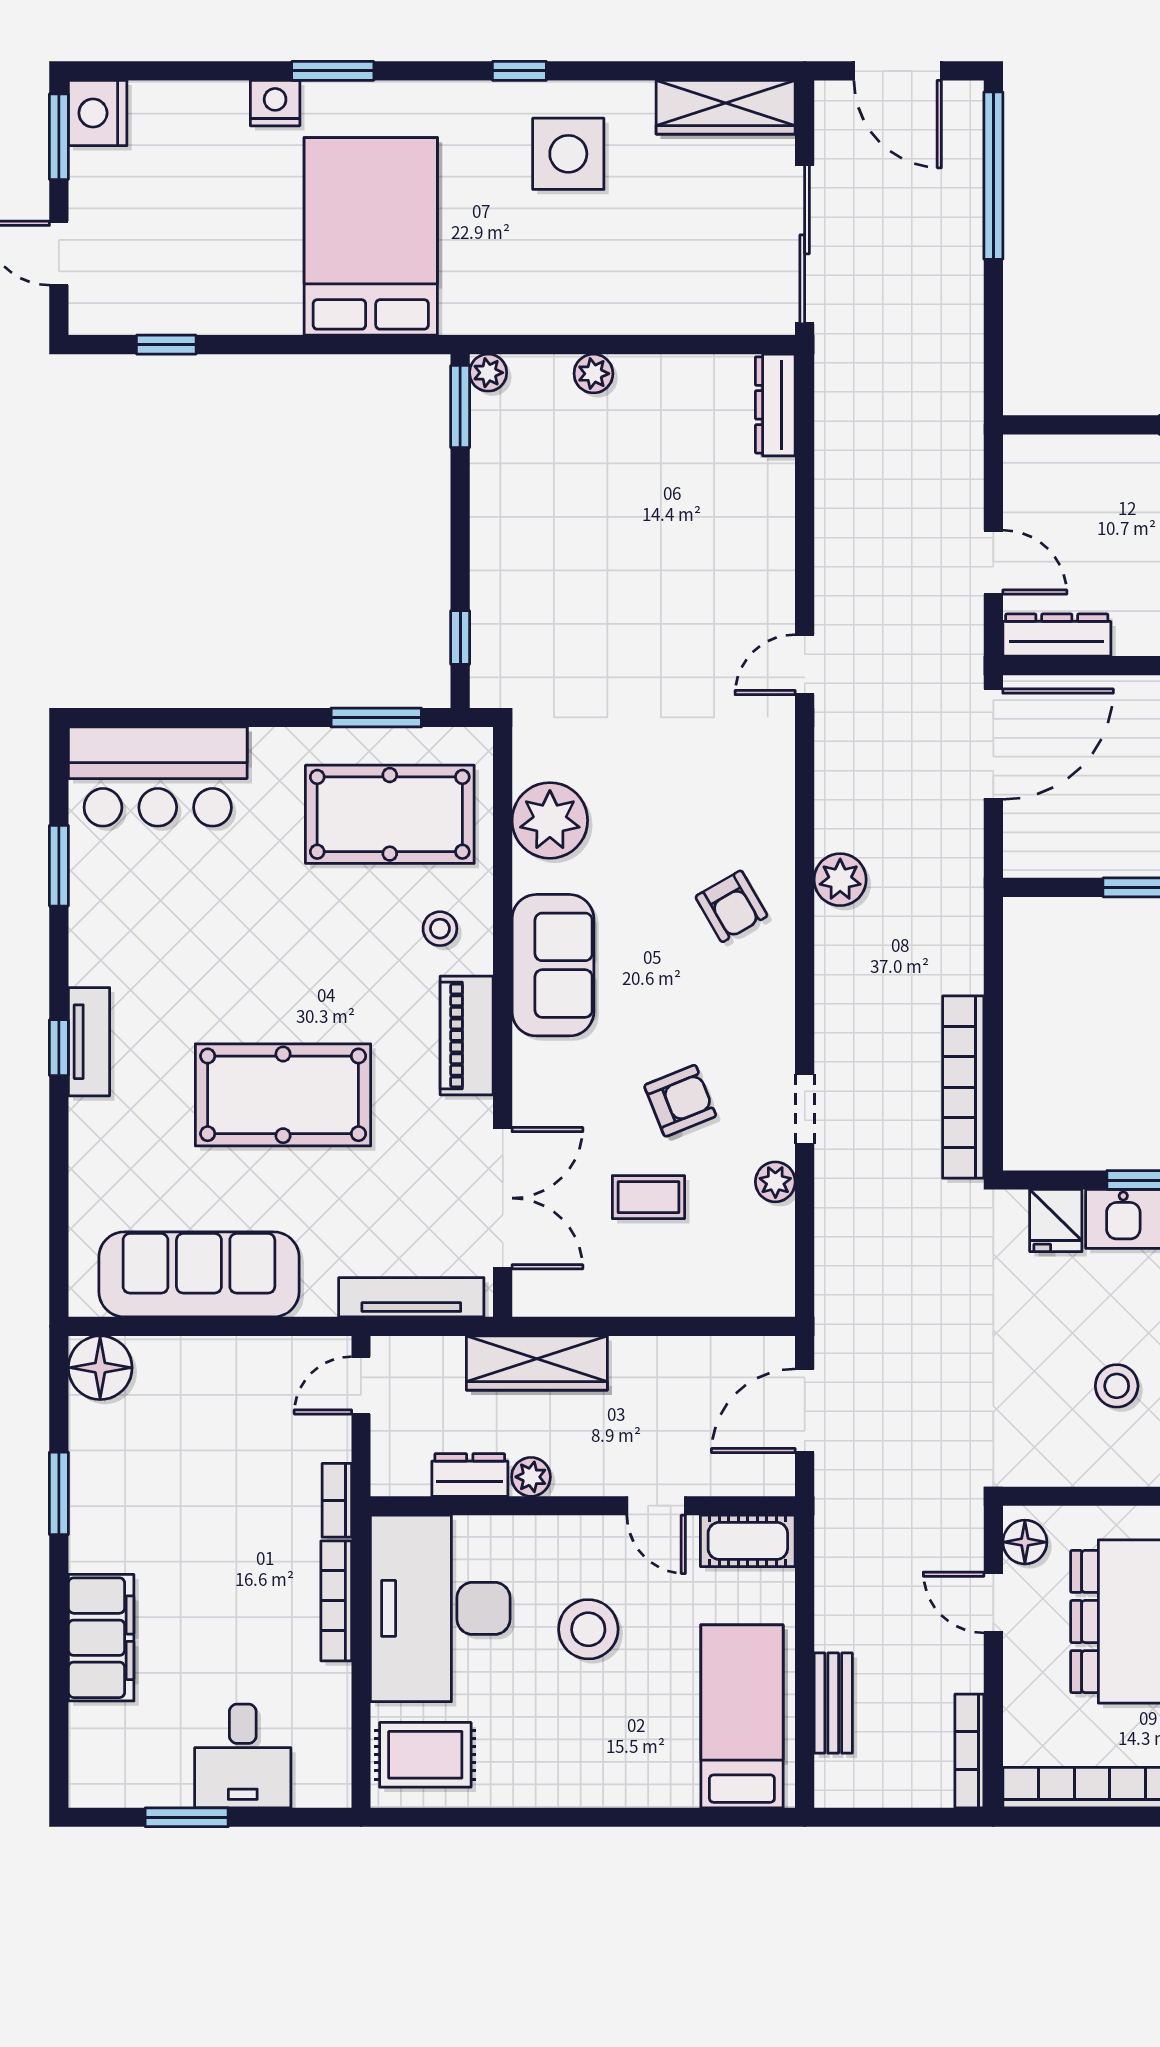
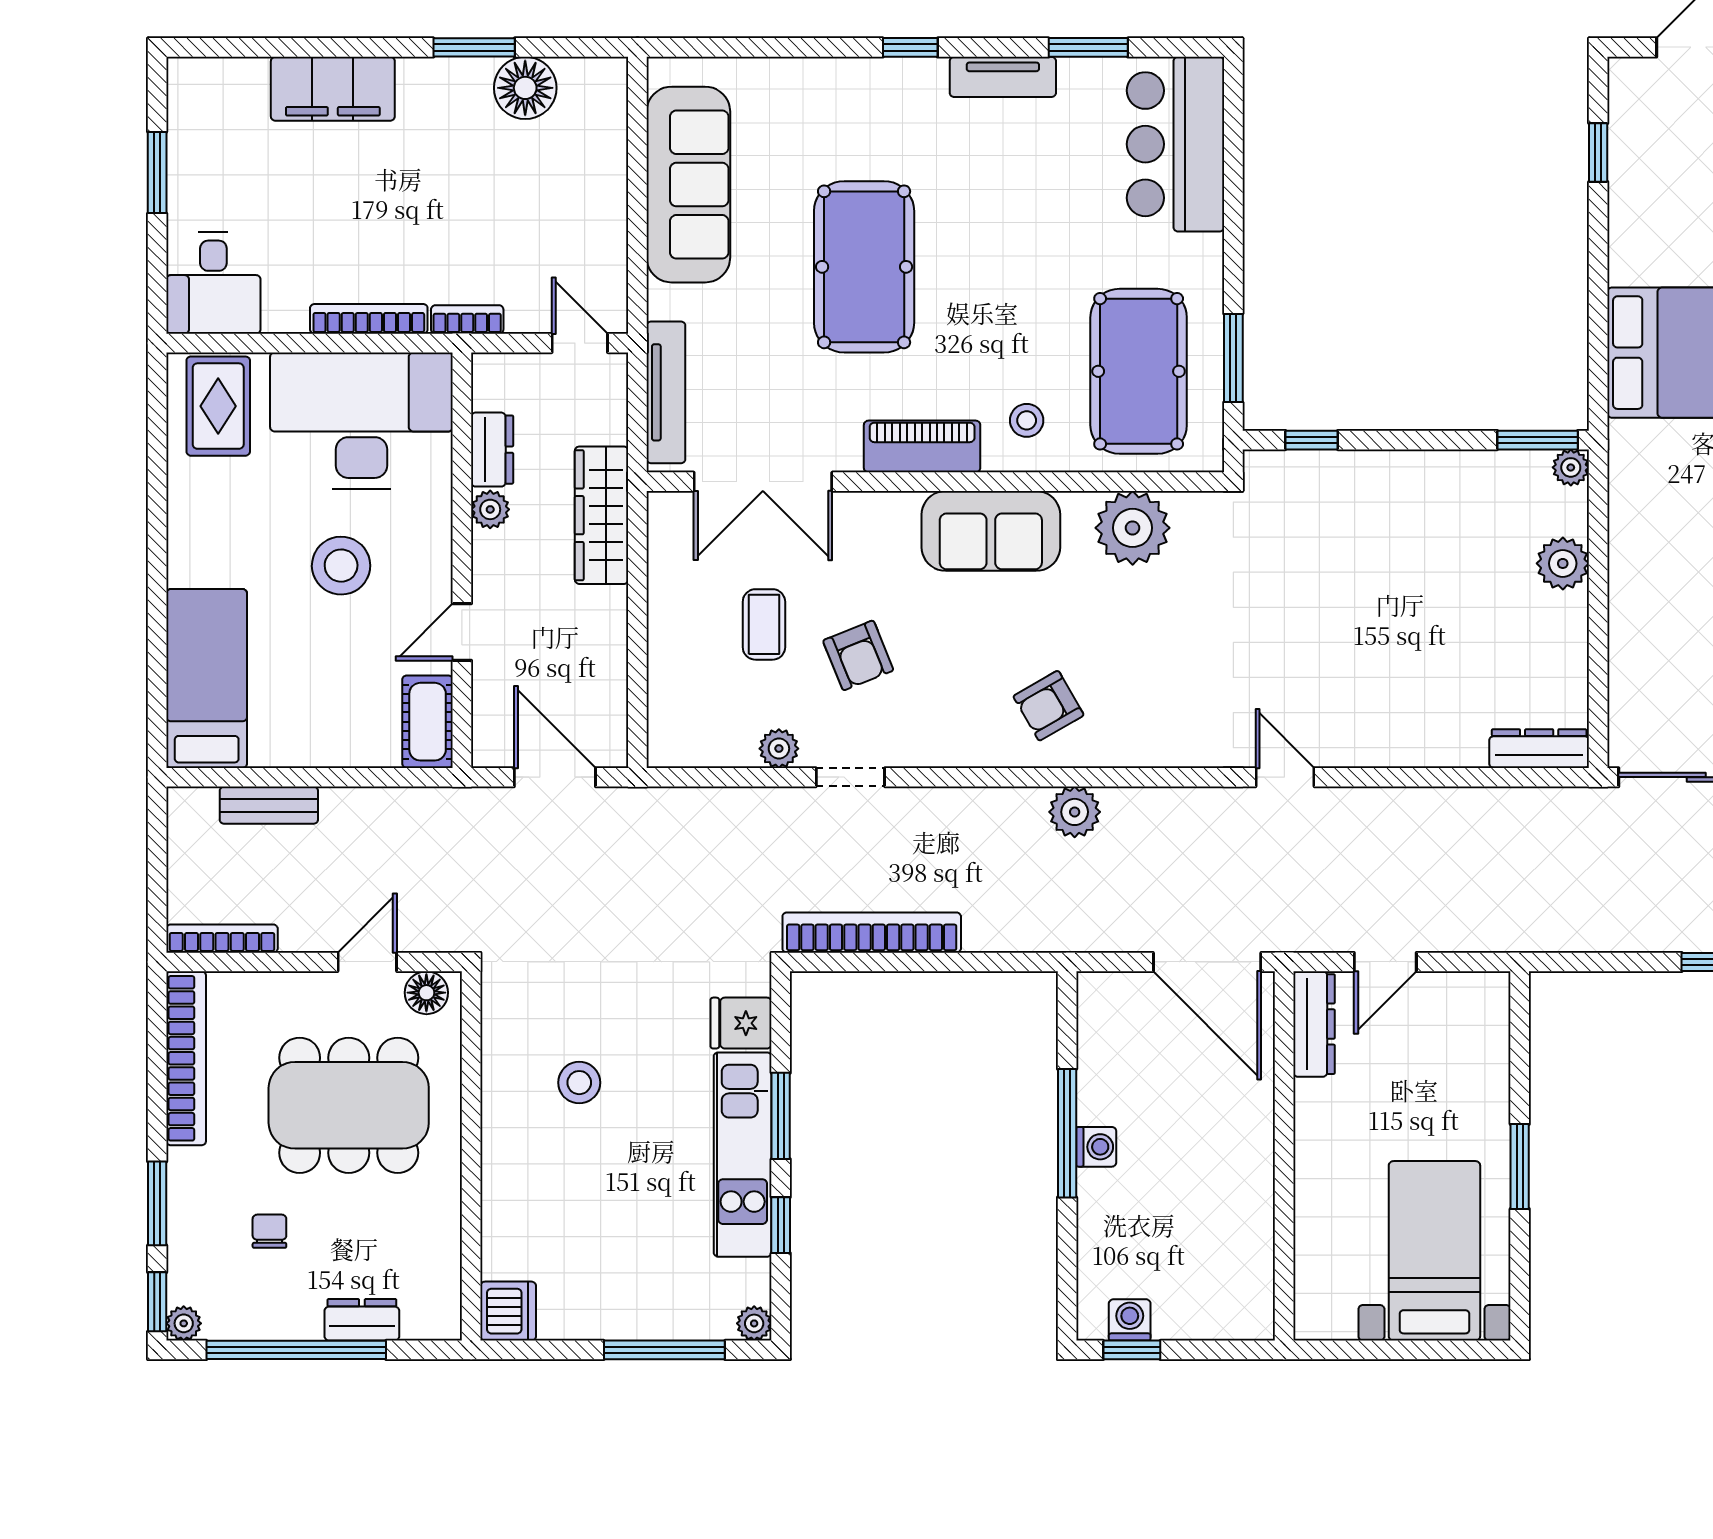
plant: (593, 374) -> (1563, 563), width x1.38, depth x1.38
tv unit: (89, 1042) -> (1003, 77), moved
floor lamp: (100, 1368) -> (525, 88), moved
bed: (742, 1716) -> (207, 678), moved, turned -90
desk: (243, 1756) -> (213, 283), moved, turned -90

